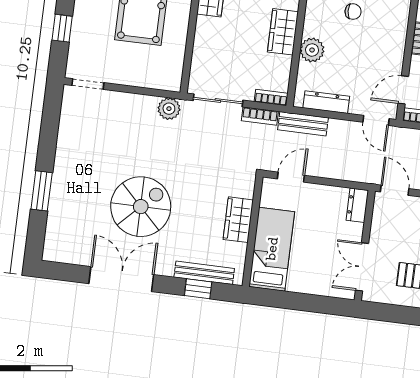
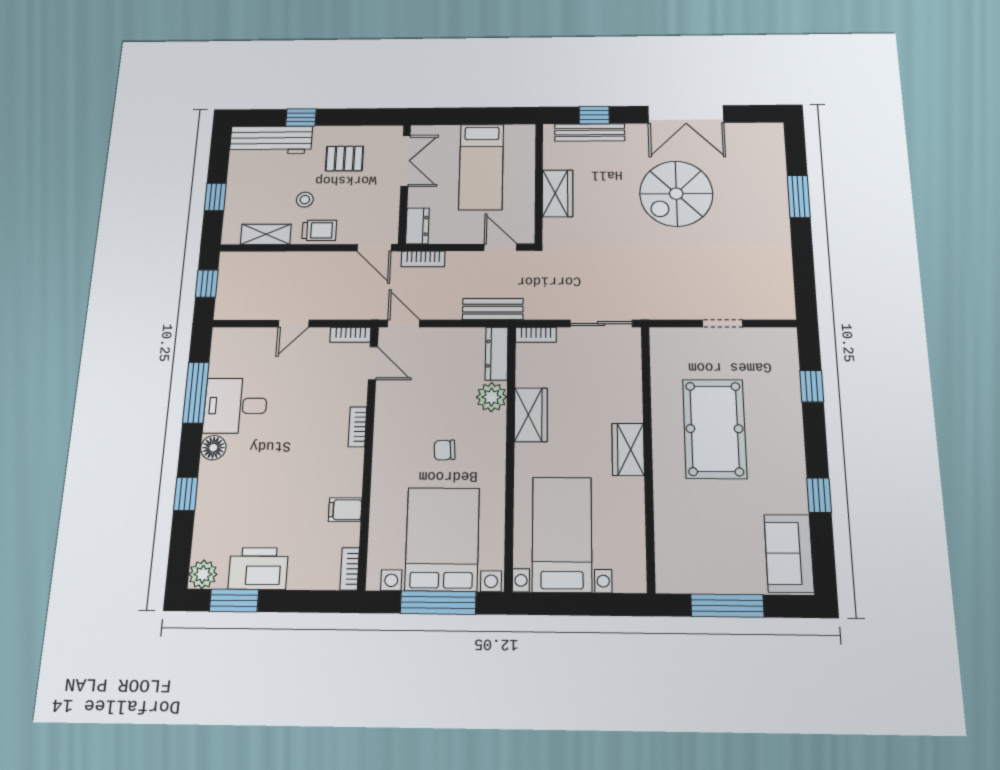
doorway: (88, 84) -> (723, 324), moved
door: (403, 90) -> (373, 363), hinge flipped
dresser: (326, 102) -> (497, 354), moved, turned 90
plant: (169, 109) -> (660, 307), removed
bookcase: (260, 116) -> (423, 259), moved, turned 180
door: (291, 177) -> (500, 247), swing flipped
bed: (272, 249) -> (481, 167), moved

